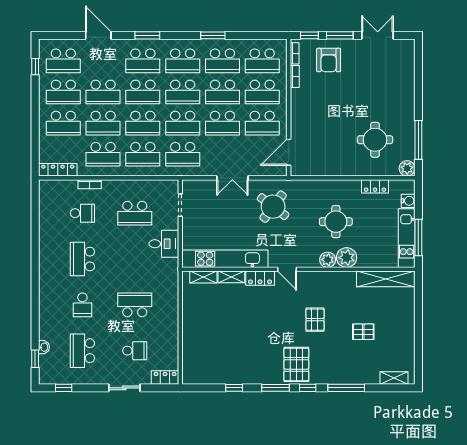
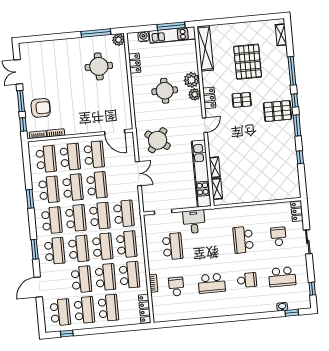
locker: (260, 278) -> (209, 98), moved
pallet: (363, 332) -> (248, 62), width x2.05, depth x2.00

